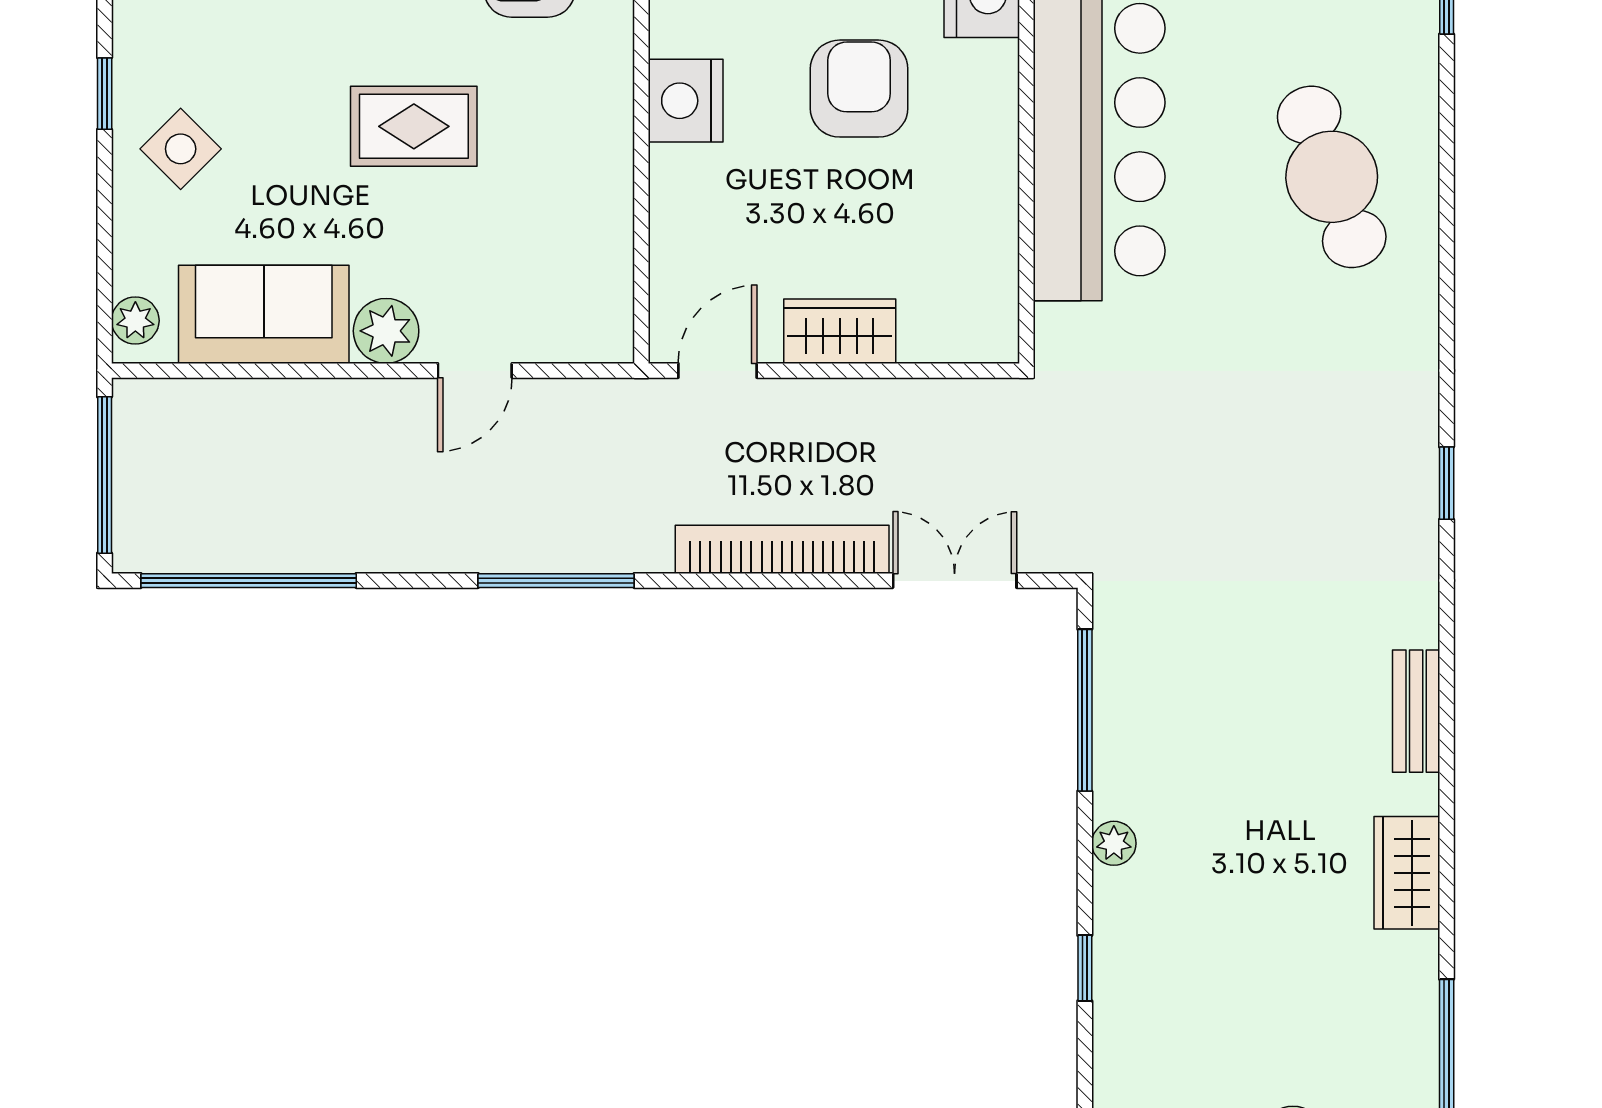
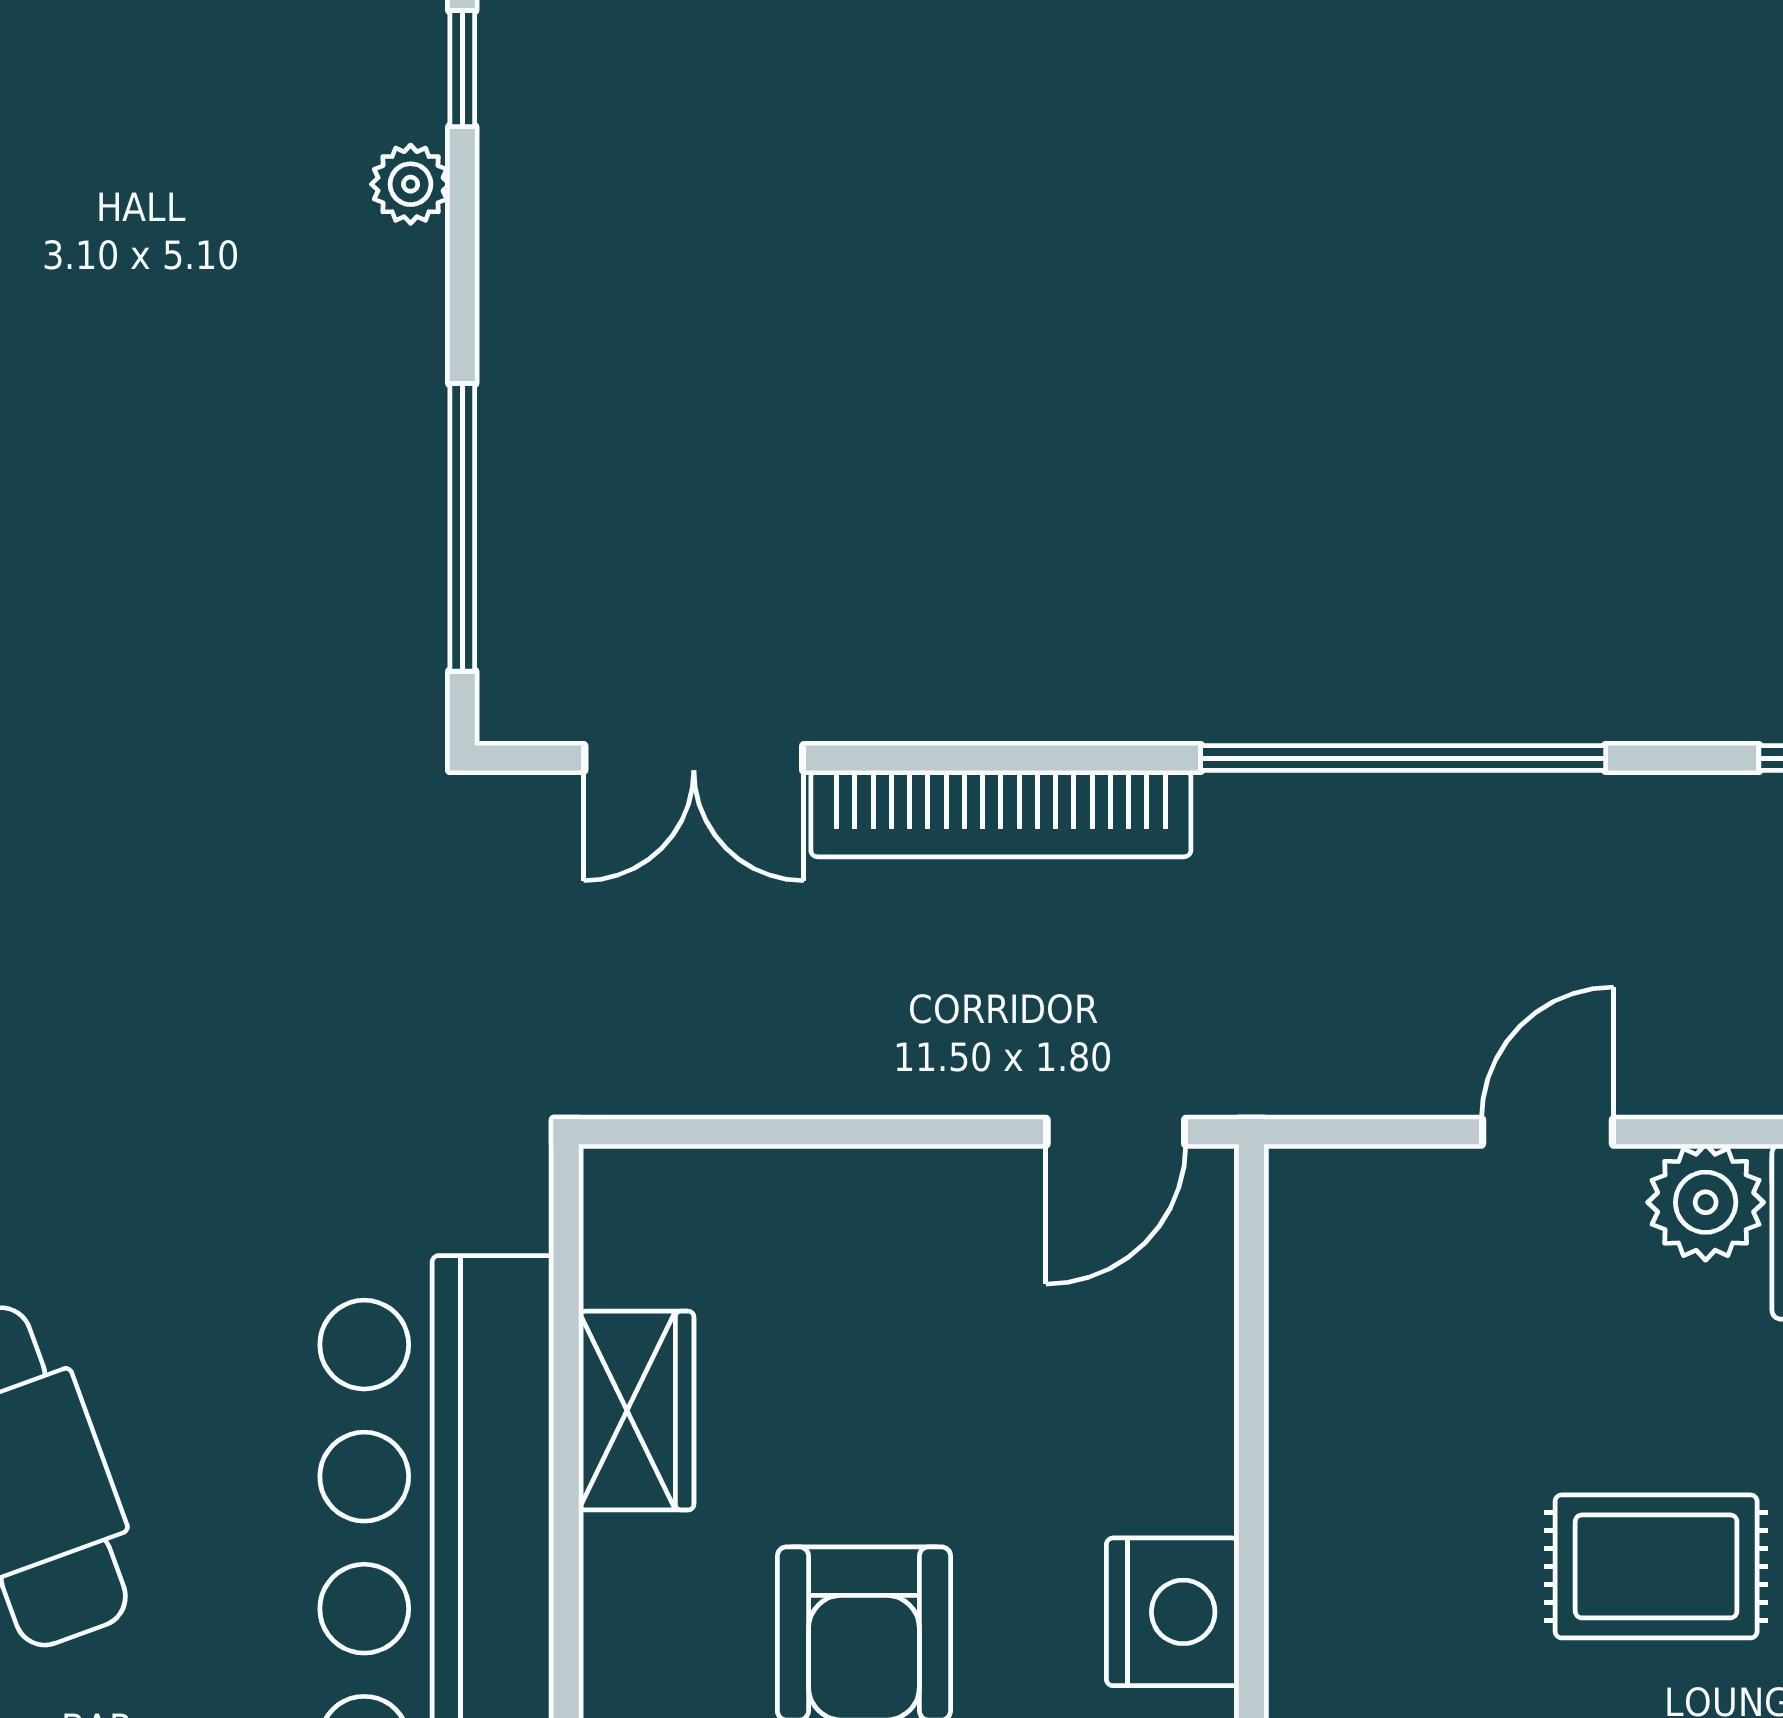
wardrobe: (840, 331) -> (636, 1411), moved, turned -90
window: (556, 581) -> (1403, 758), width x1.46
plant: (1114, 843) -> (411, 184), moved

